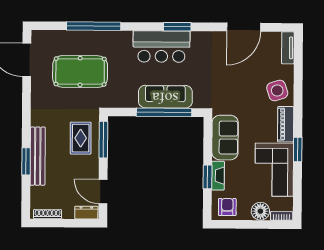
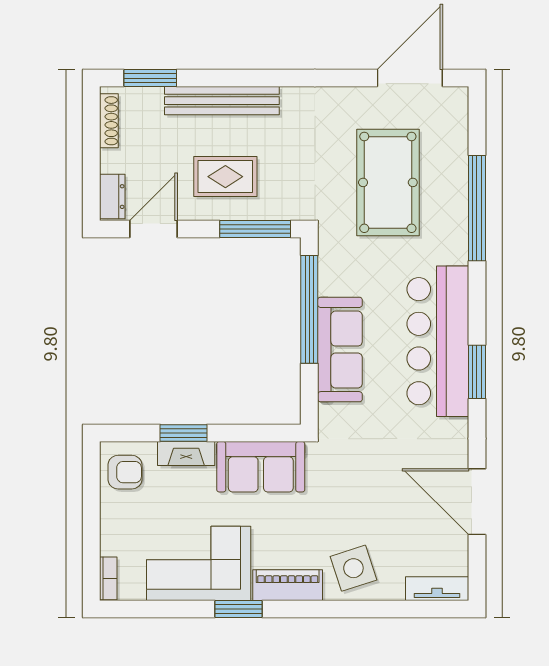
bar counter: (161, 47) -> (438, 341), width x1.36
window: (164, 112) -> (309, 309), moved
rug: (81, 138) -> (225, 177), moved
window: (26, 161) -> (150, 78), moved
floor lamp: (260, 211) -> (117, 537), removed

